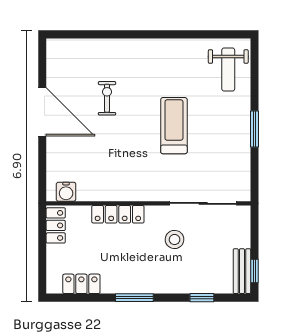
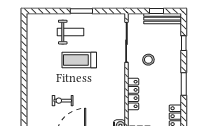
weight bench: (228, 70) -> (71, 32), moved
bench: (242, 271) -> (163, 19), width x1.36
window: (255, 271) -> (156, 11), moved

